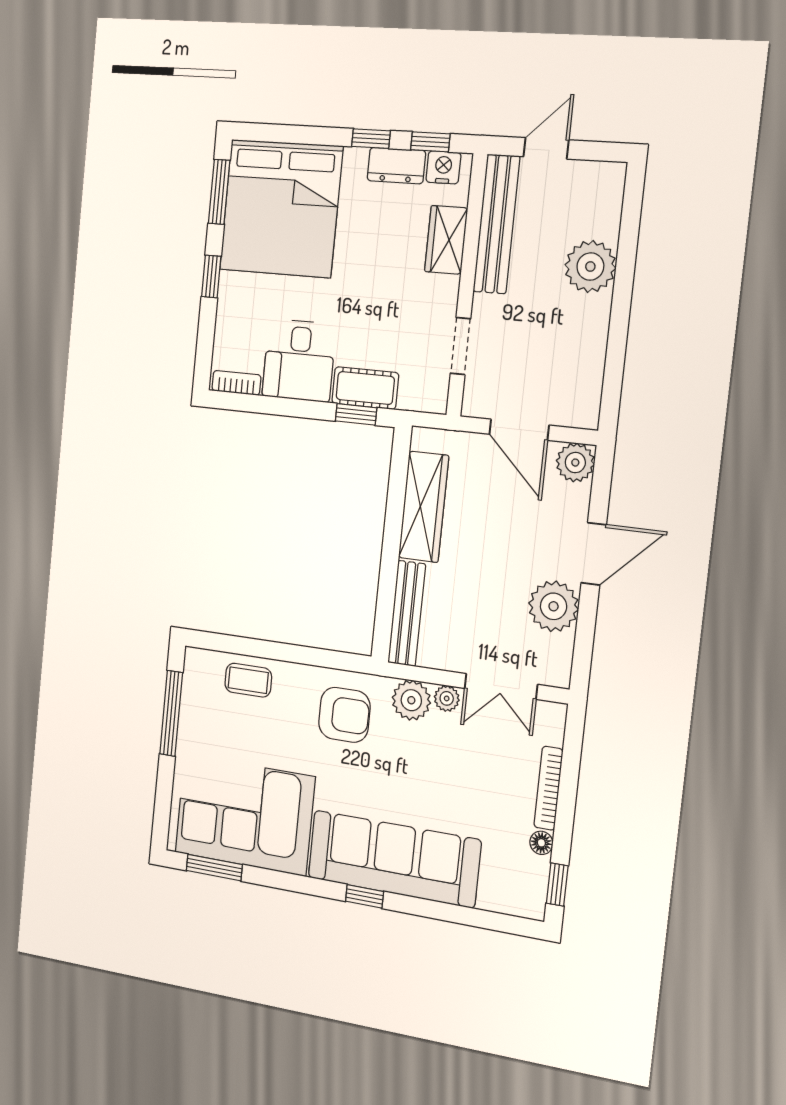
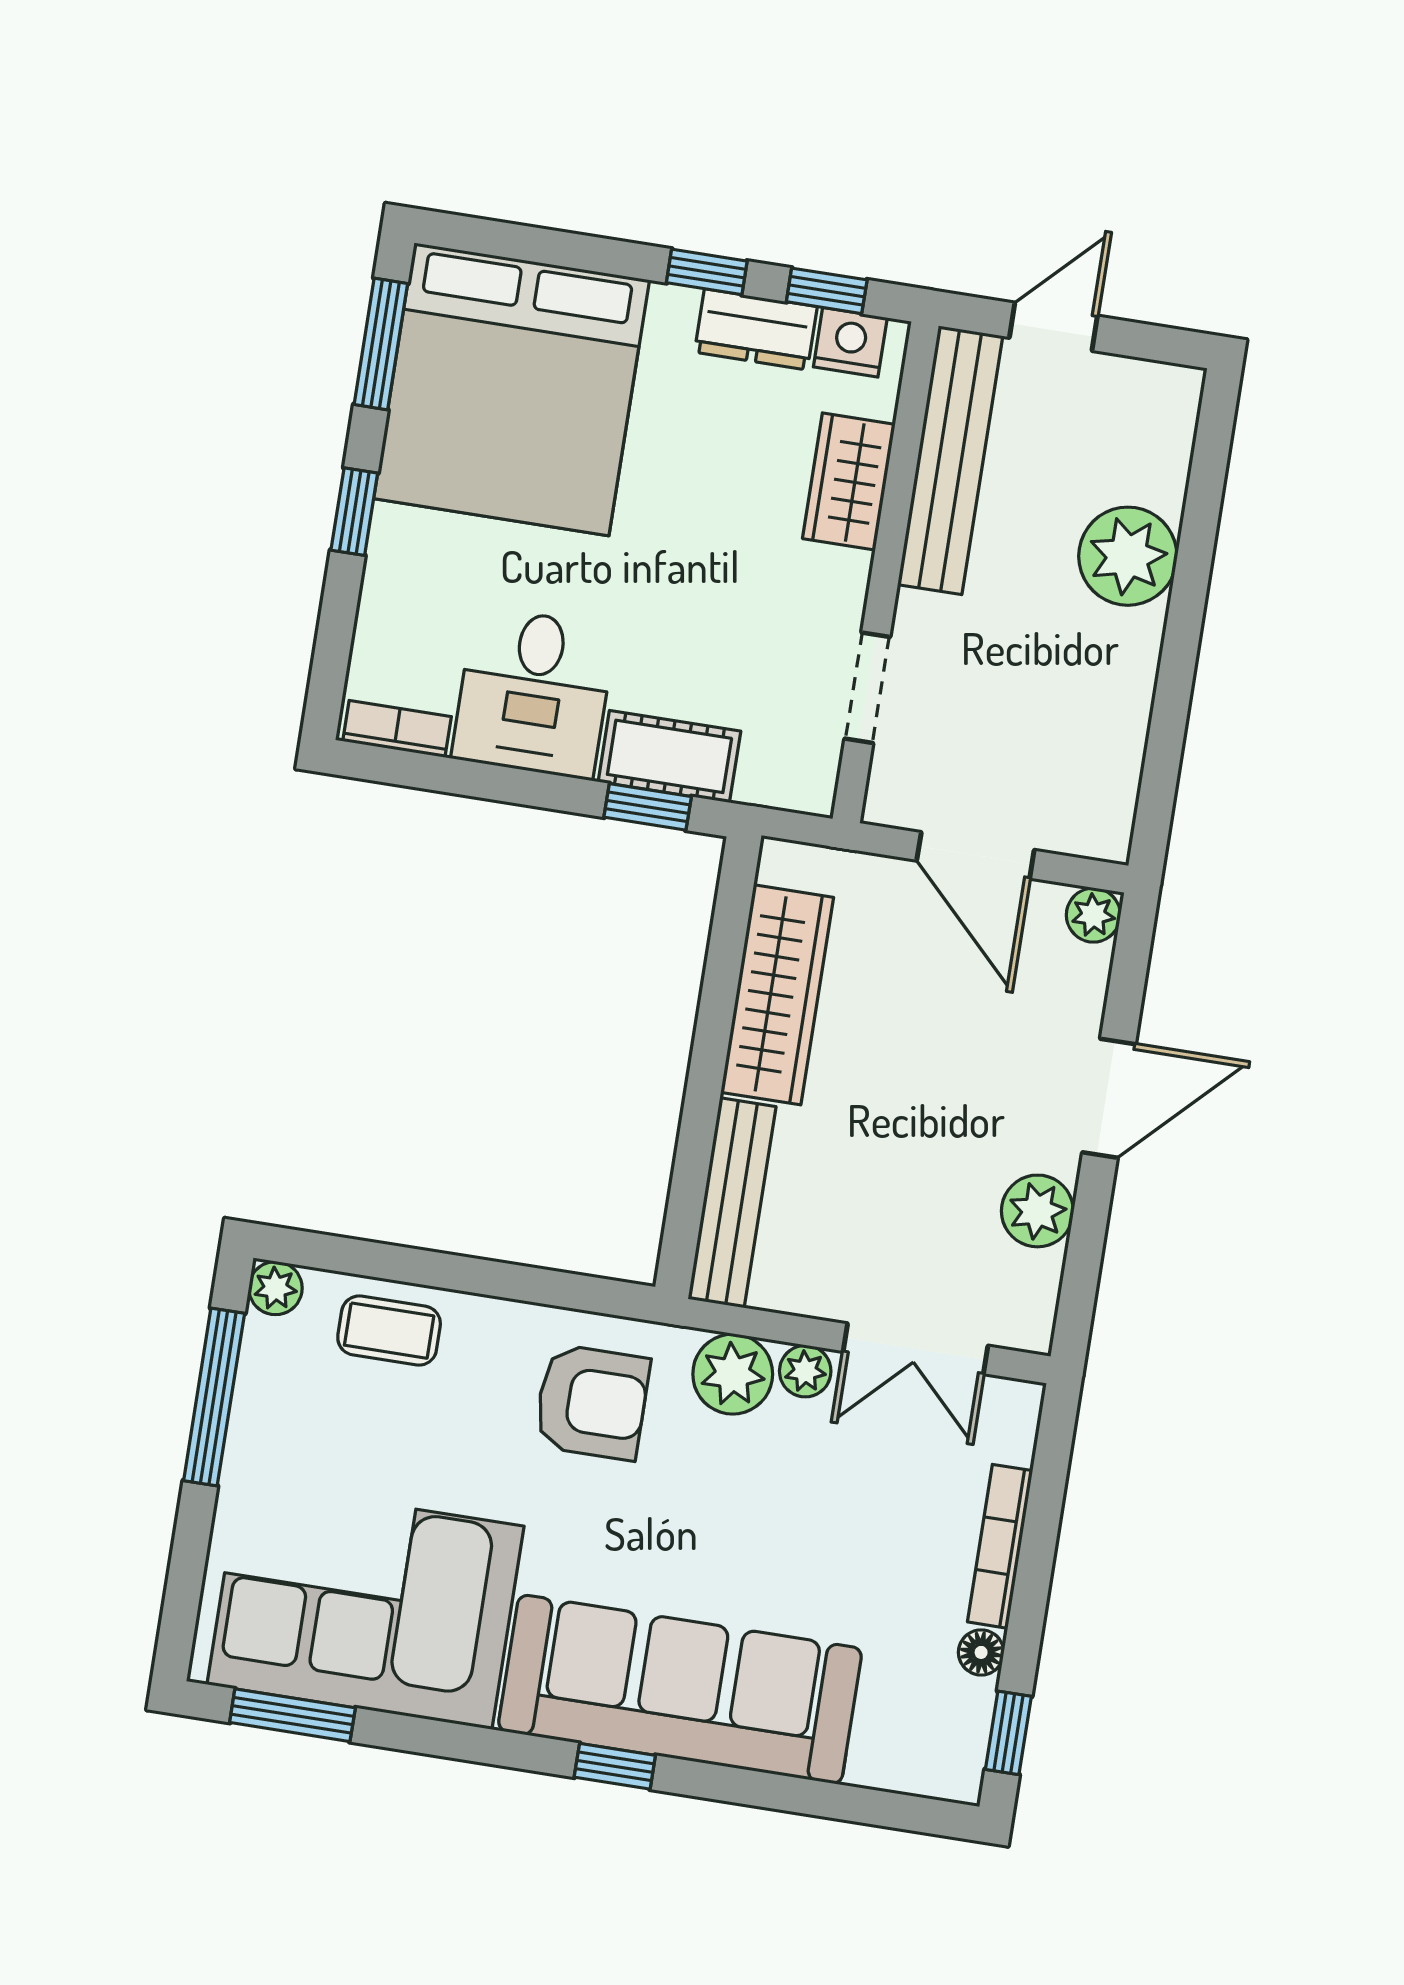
plant: (575, 463) -> (1093, 915), width x0.73, depth x0.73
plant: (553, 606) -> (1037, 1211), width x0.73, depth x0.73
plant: (196, 660) -> (275, 1288), added

